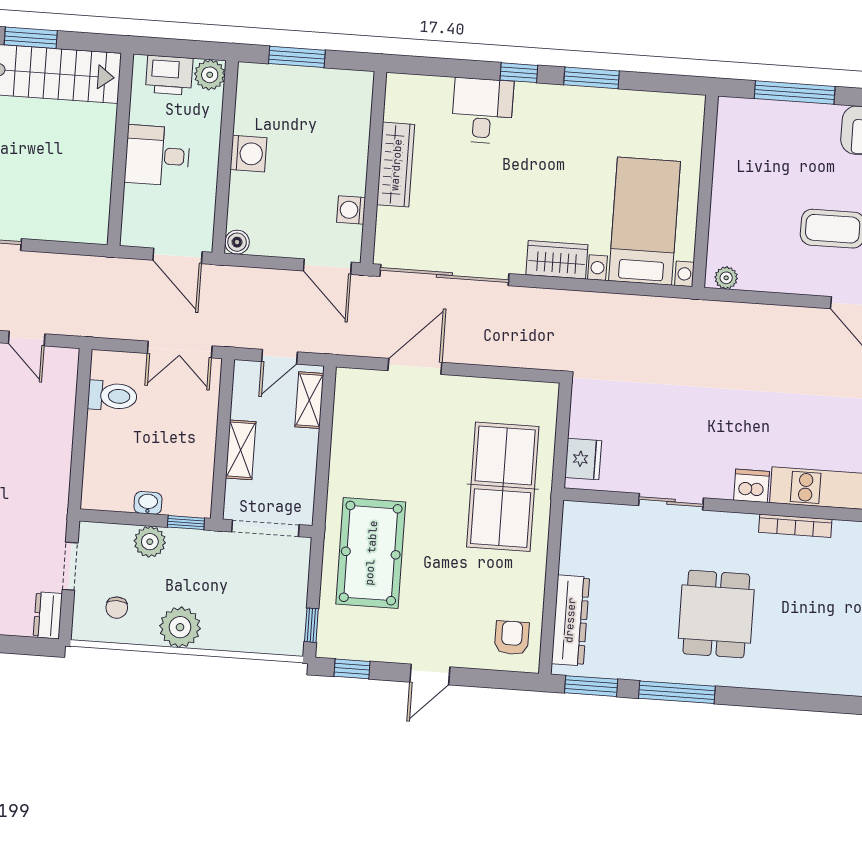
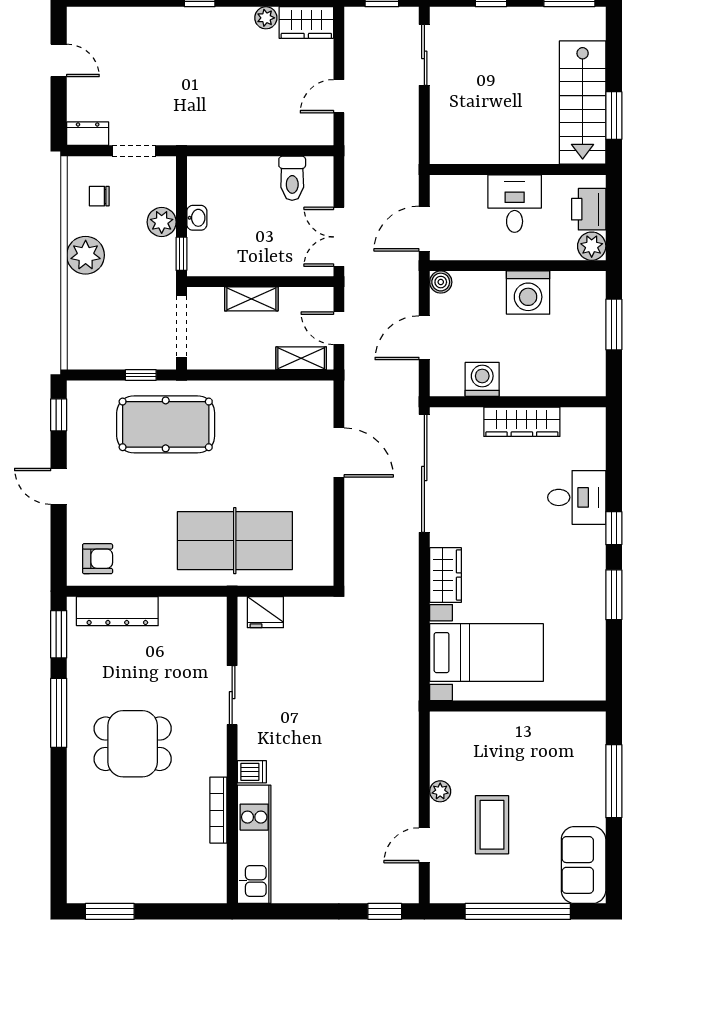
window: (31, 38) -> (614, 116), moved
washing machine: (248, 154) -> (528, 293), width x1.37, depth x1.37
washing machine: (351, 210) -> (482, 379), width x1.38, depth x1.38
door: (327, 267) -> (424, 338), moved
plant: (726, 278) -> (440, 791), moved
dishwasher: (752, 486) -> (252, 772), width x0.73
window: (311, 625) -> (141, 375), moved

